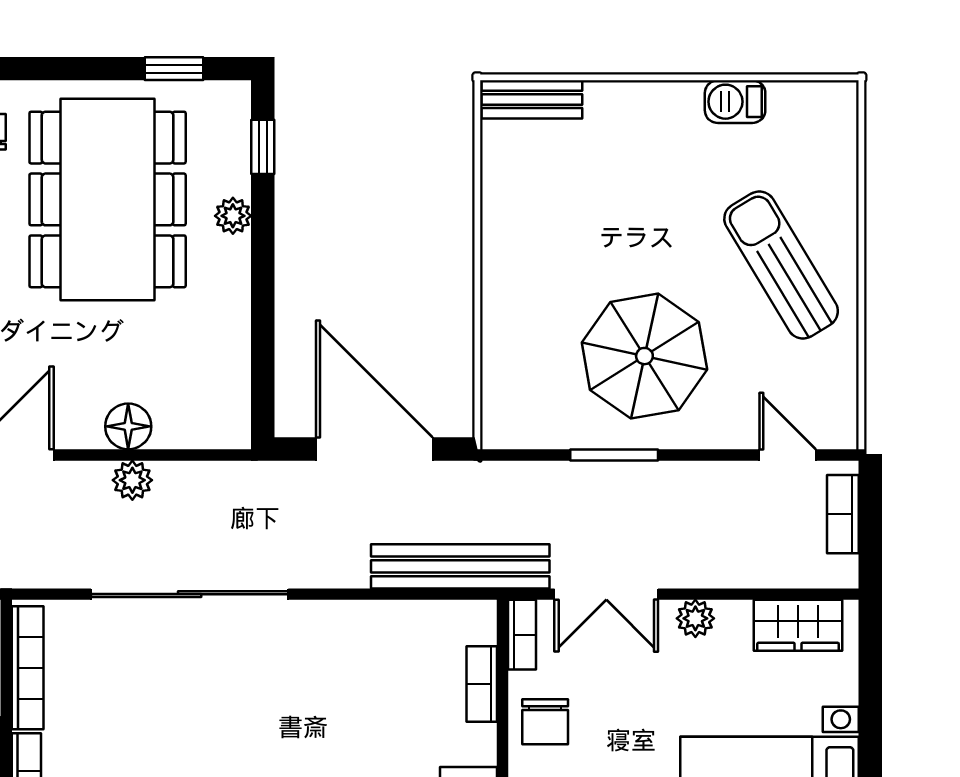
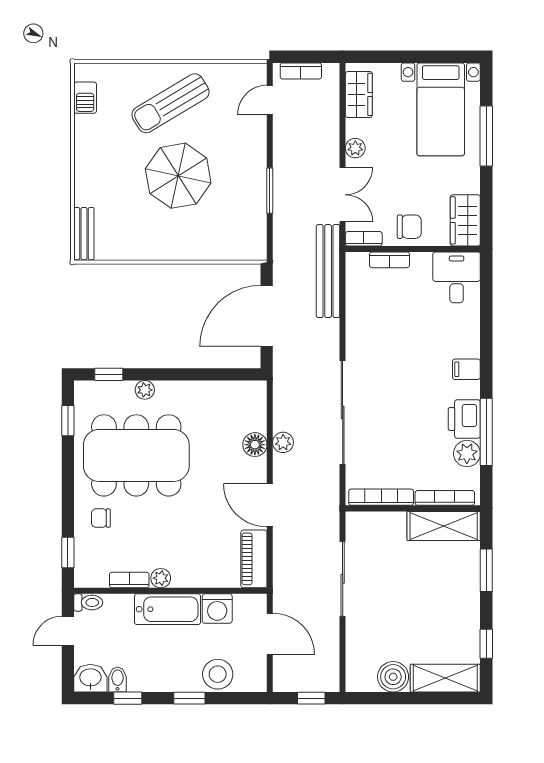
barbecue: (735, 102) -> (85, 98), moved
parasol: (644, 356) -> (178, 176), moved

